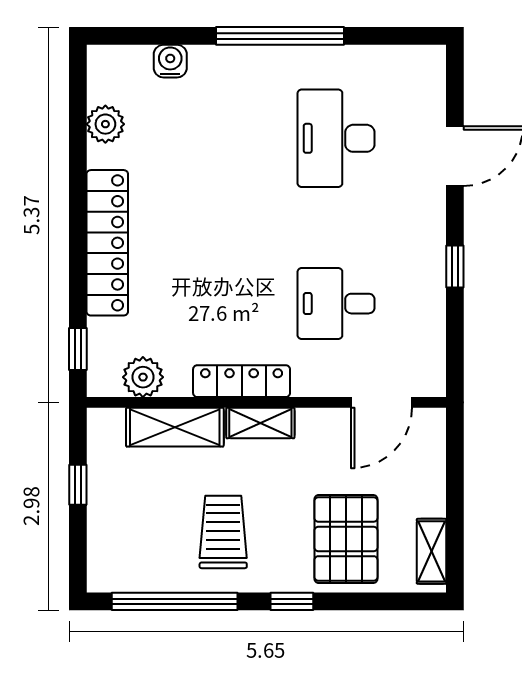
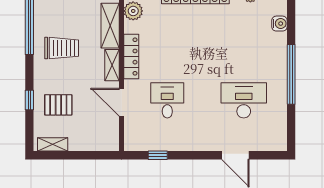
window: (455, 266) -> (158, 155), moved
door: (382, 402) -> (122, 102), moved
pallet: (346, 539) -> (58, 105), width x0.67, depth x0.71
window: (292, 601) -> (29, 100), moved

